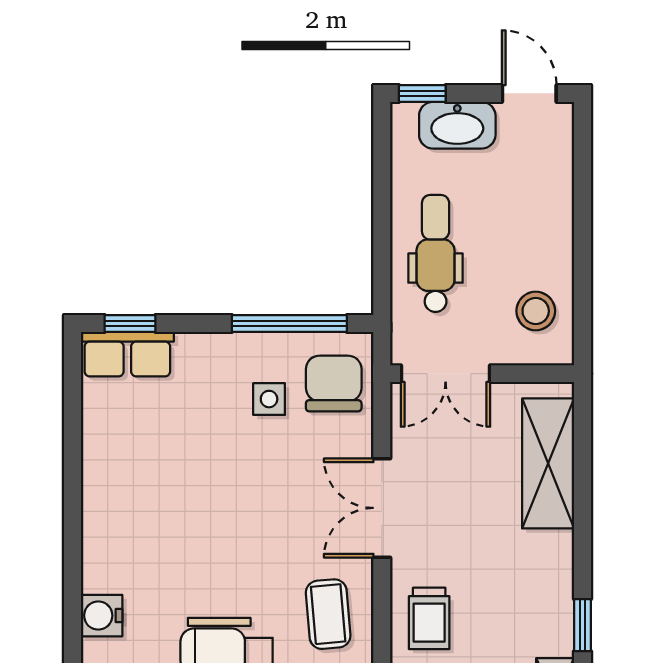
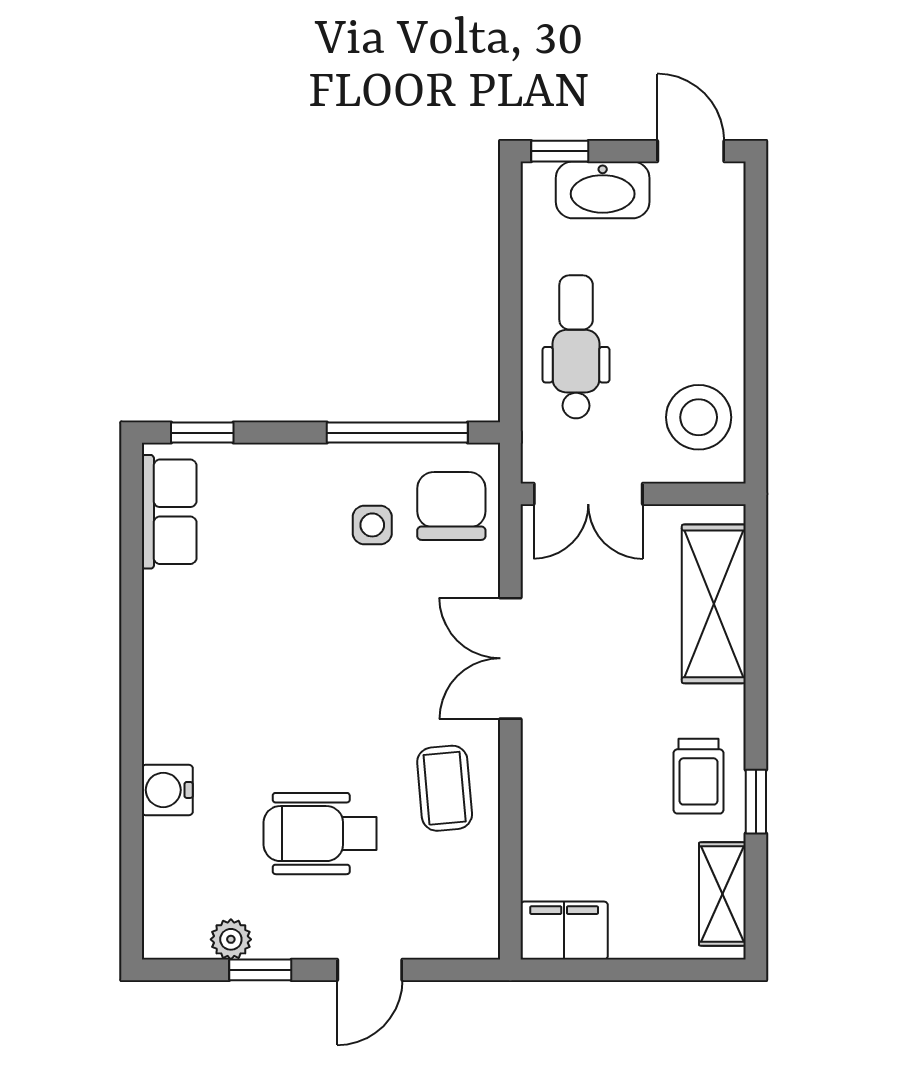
stool: (536, 311) -> (699, 417), width x1.38, depth x1.38
row of seats: (127, 354) -> (169, 512), moved, turned -90
trolley: (429, 618) -> (699, 776), moved

